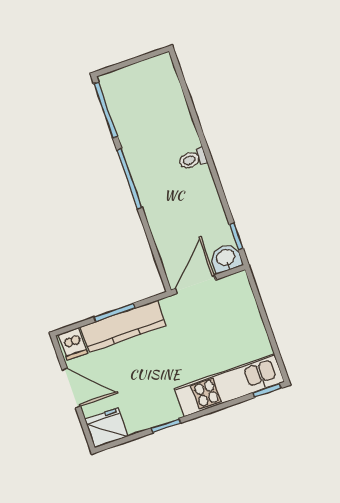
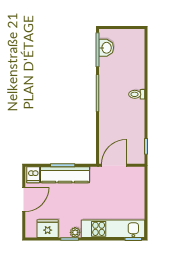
washbasin: (226, 258) -> (106, 48), moved, turned 90
door: (71, 388) -> (24, 199), hinge flipped
plant: (171, 412) -> (75, 232), added
fridge: (106, 428) -> (48, 229), moved

